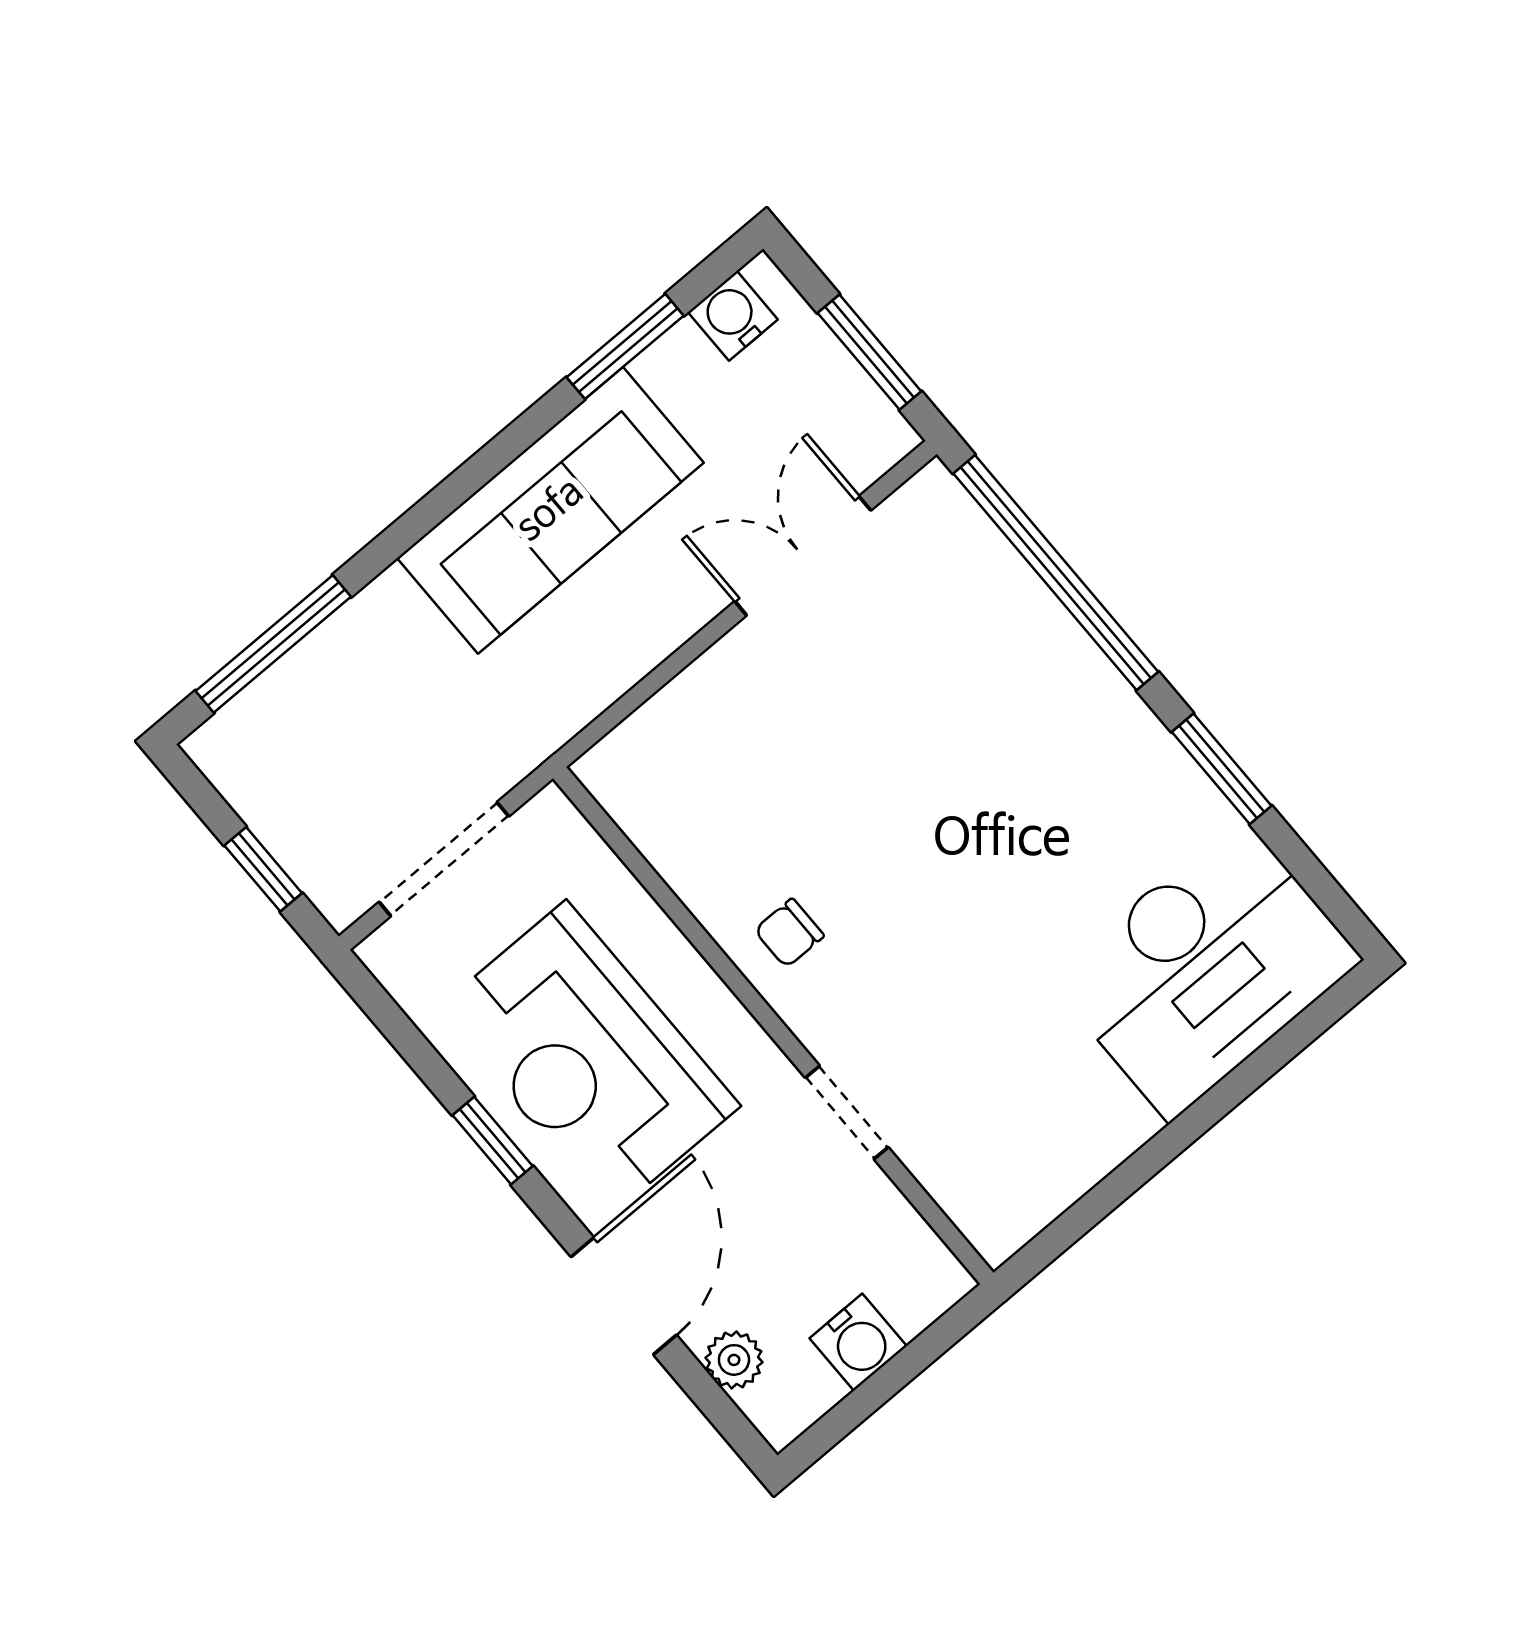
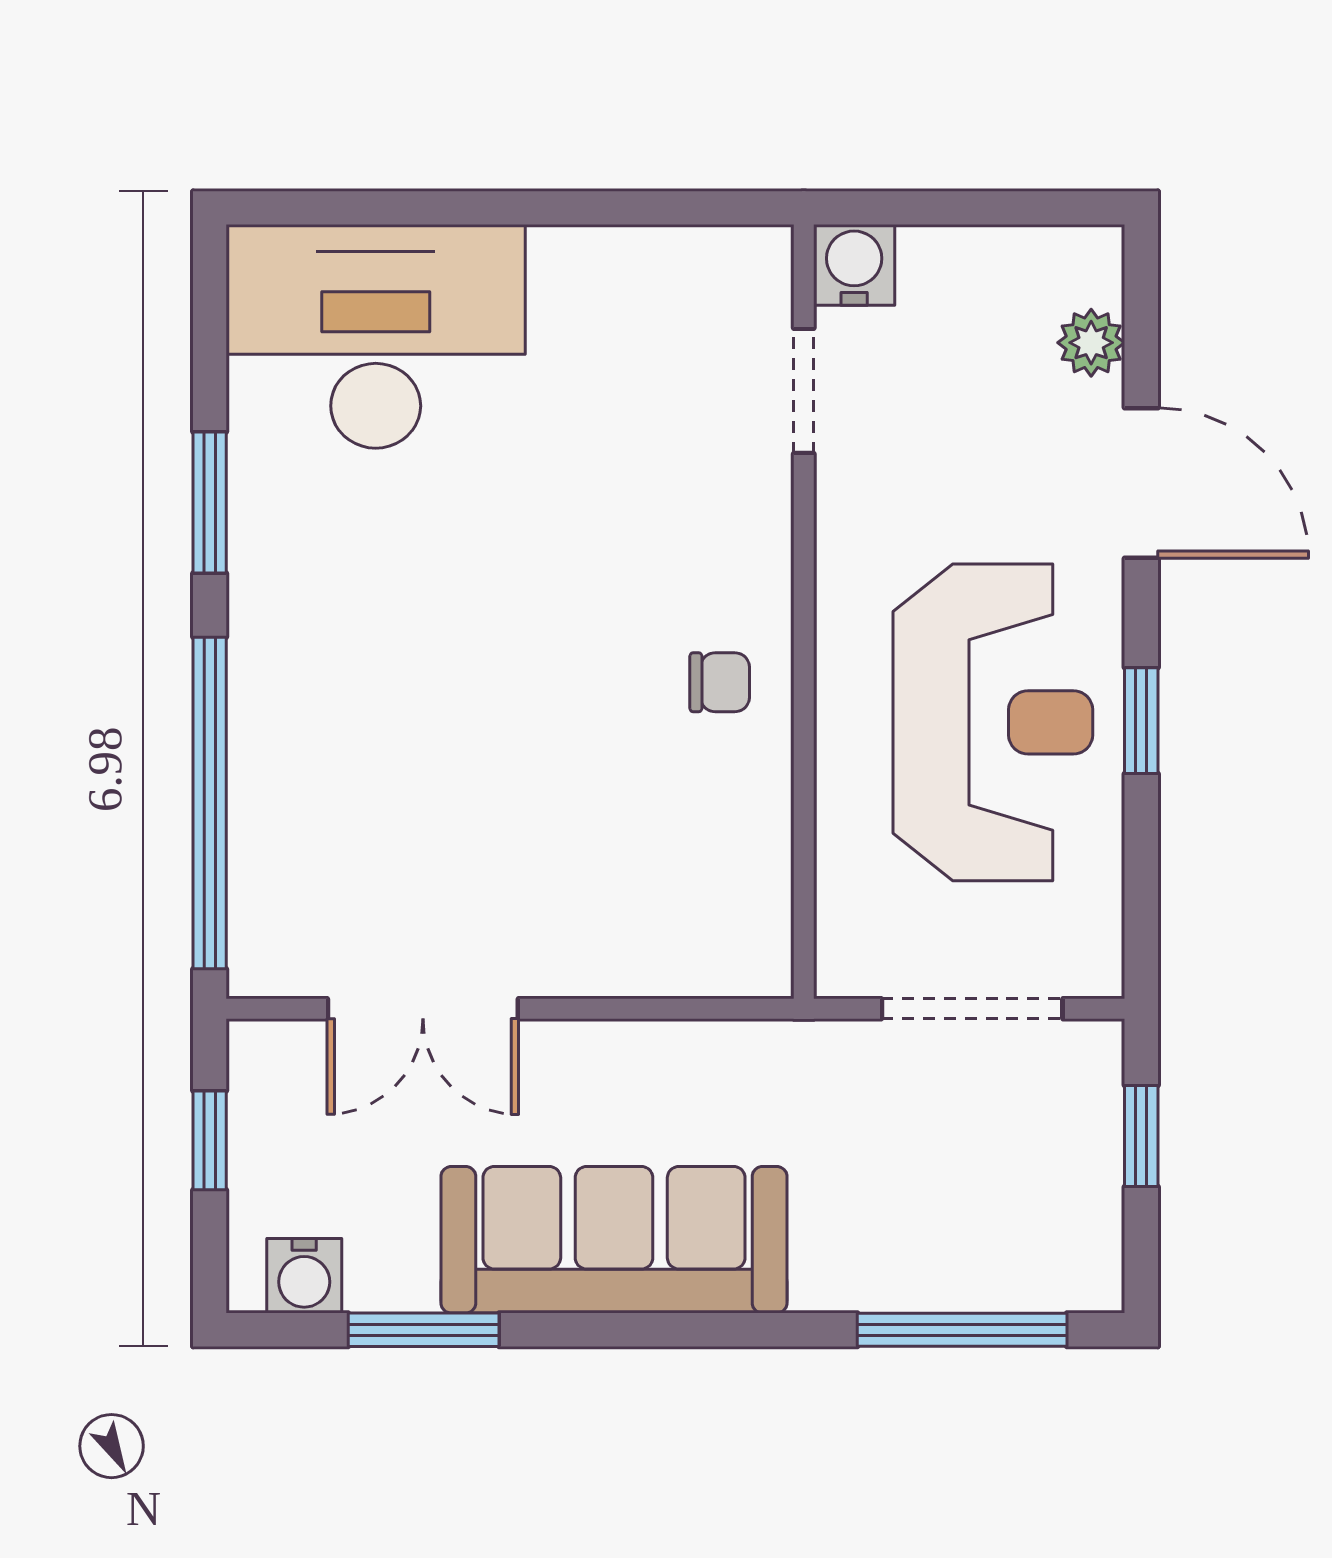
window: (869, 352) -> (210, 1140), width x0.67
doorway: (847, 1112) -> (804, 391), moved
door: (624, 1296) -> (1141, 483), swing flipped
water cooler: (858, 1342) -> (854, 265), moved

